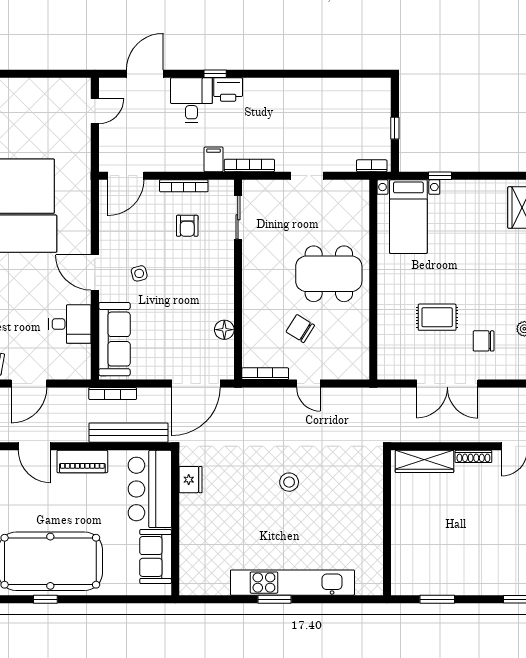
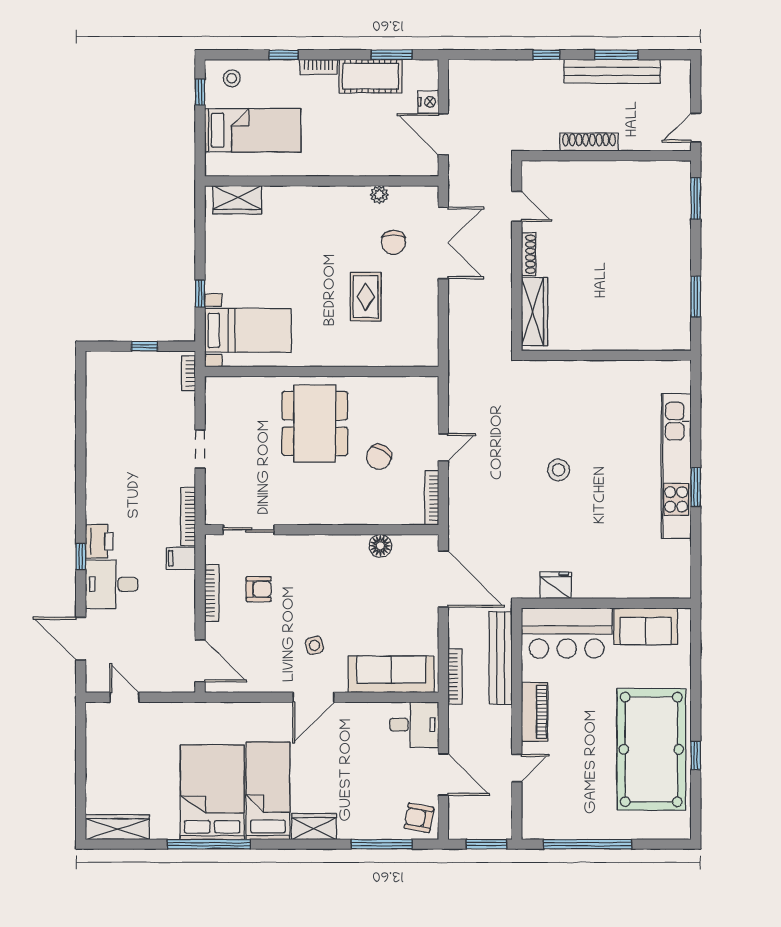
desk: (70, 324) -> (414, 725), moved, turned 90
double door: (447, 384) -> (443, 243), moved
door: (34, 446) -> (517, 768), width x0.73

